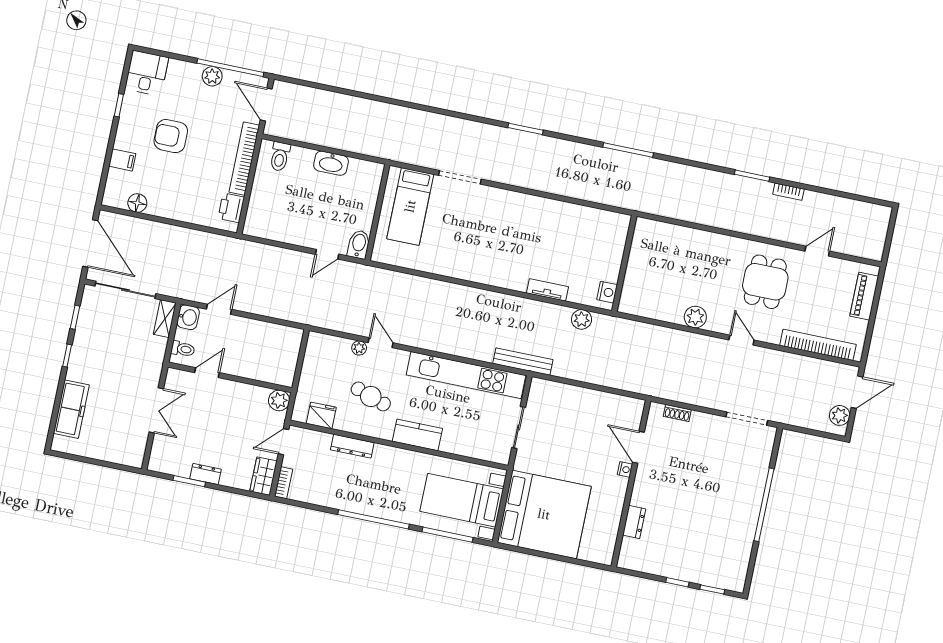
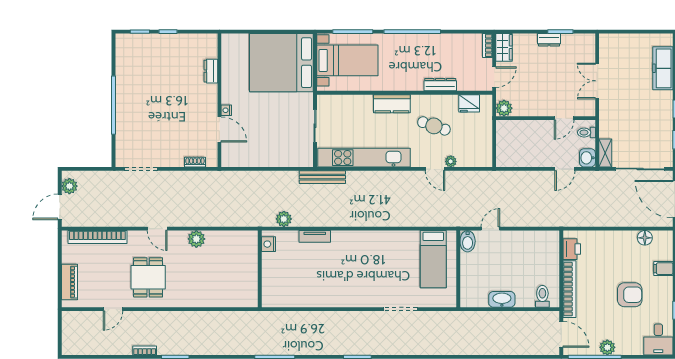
bed: (410, 206) -> (433, 259), moved, turned 180

